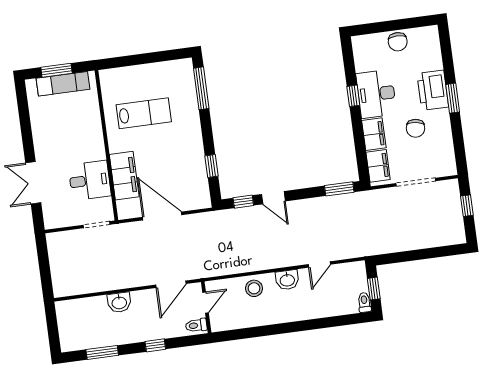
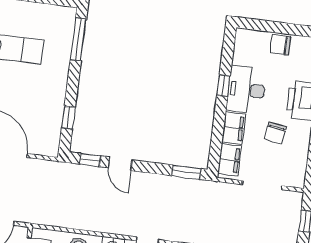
chair: (398, 42) -> (280, 45), turned 90

